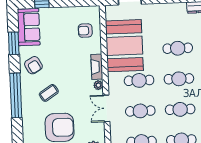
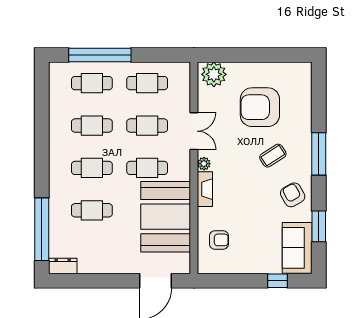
window: (16, 95) -> (319, 154), width x0.68

